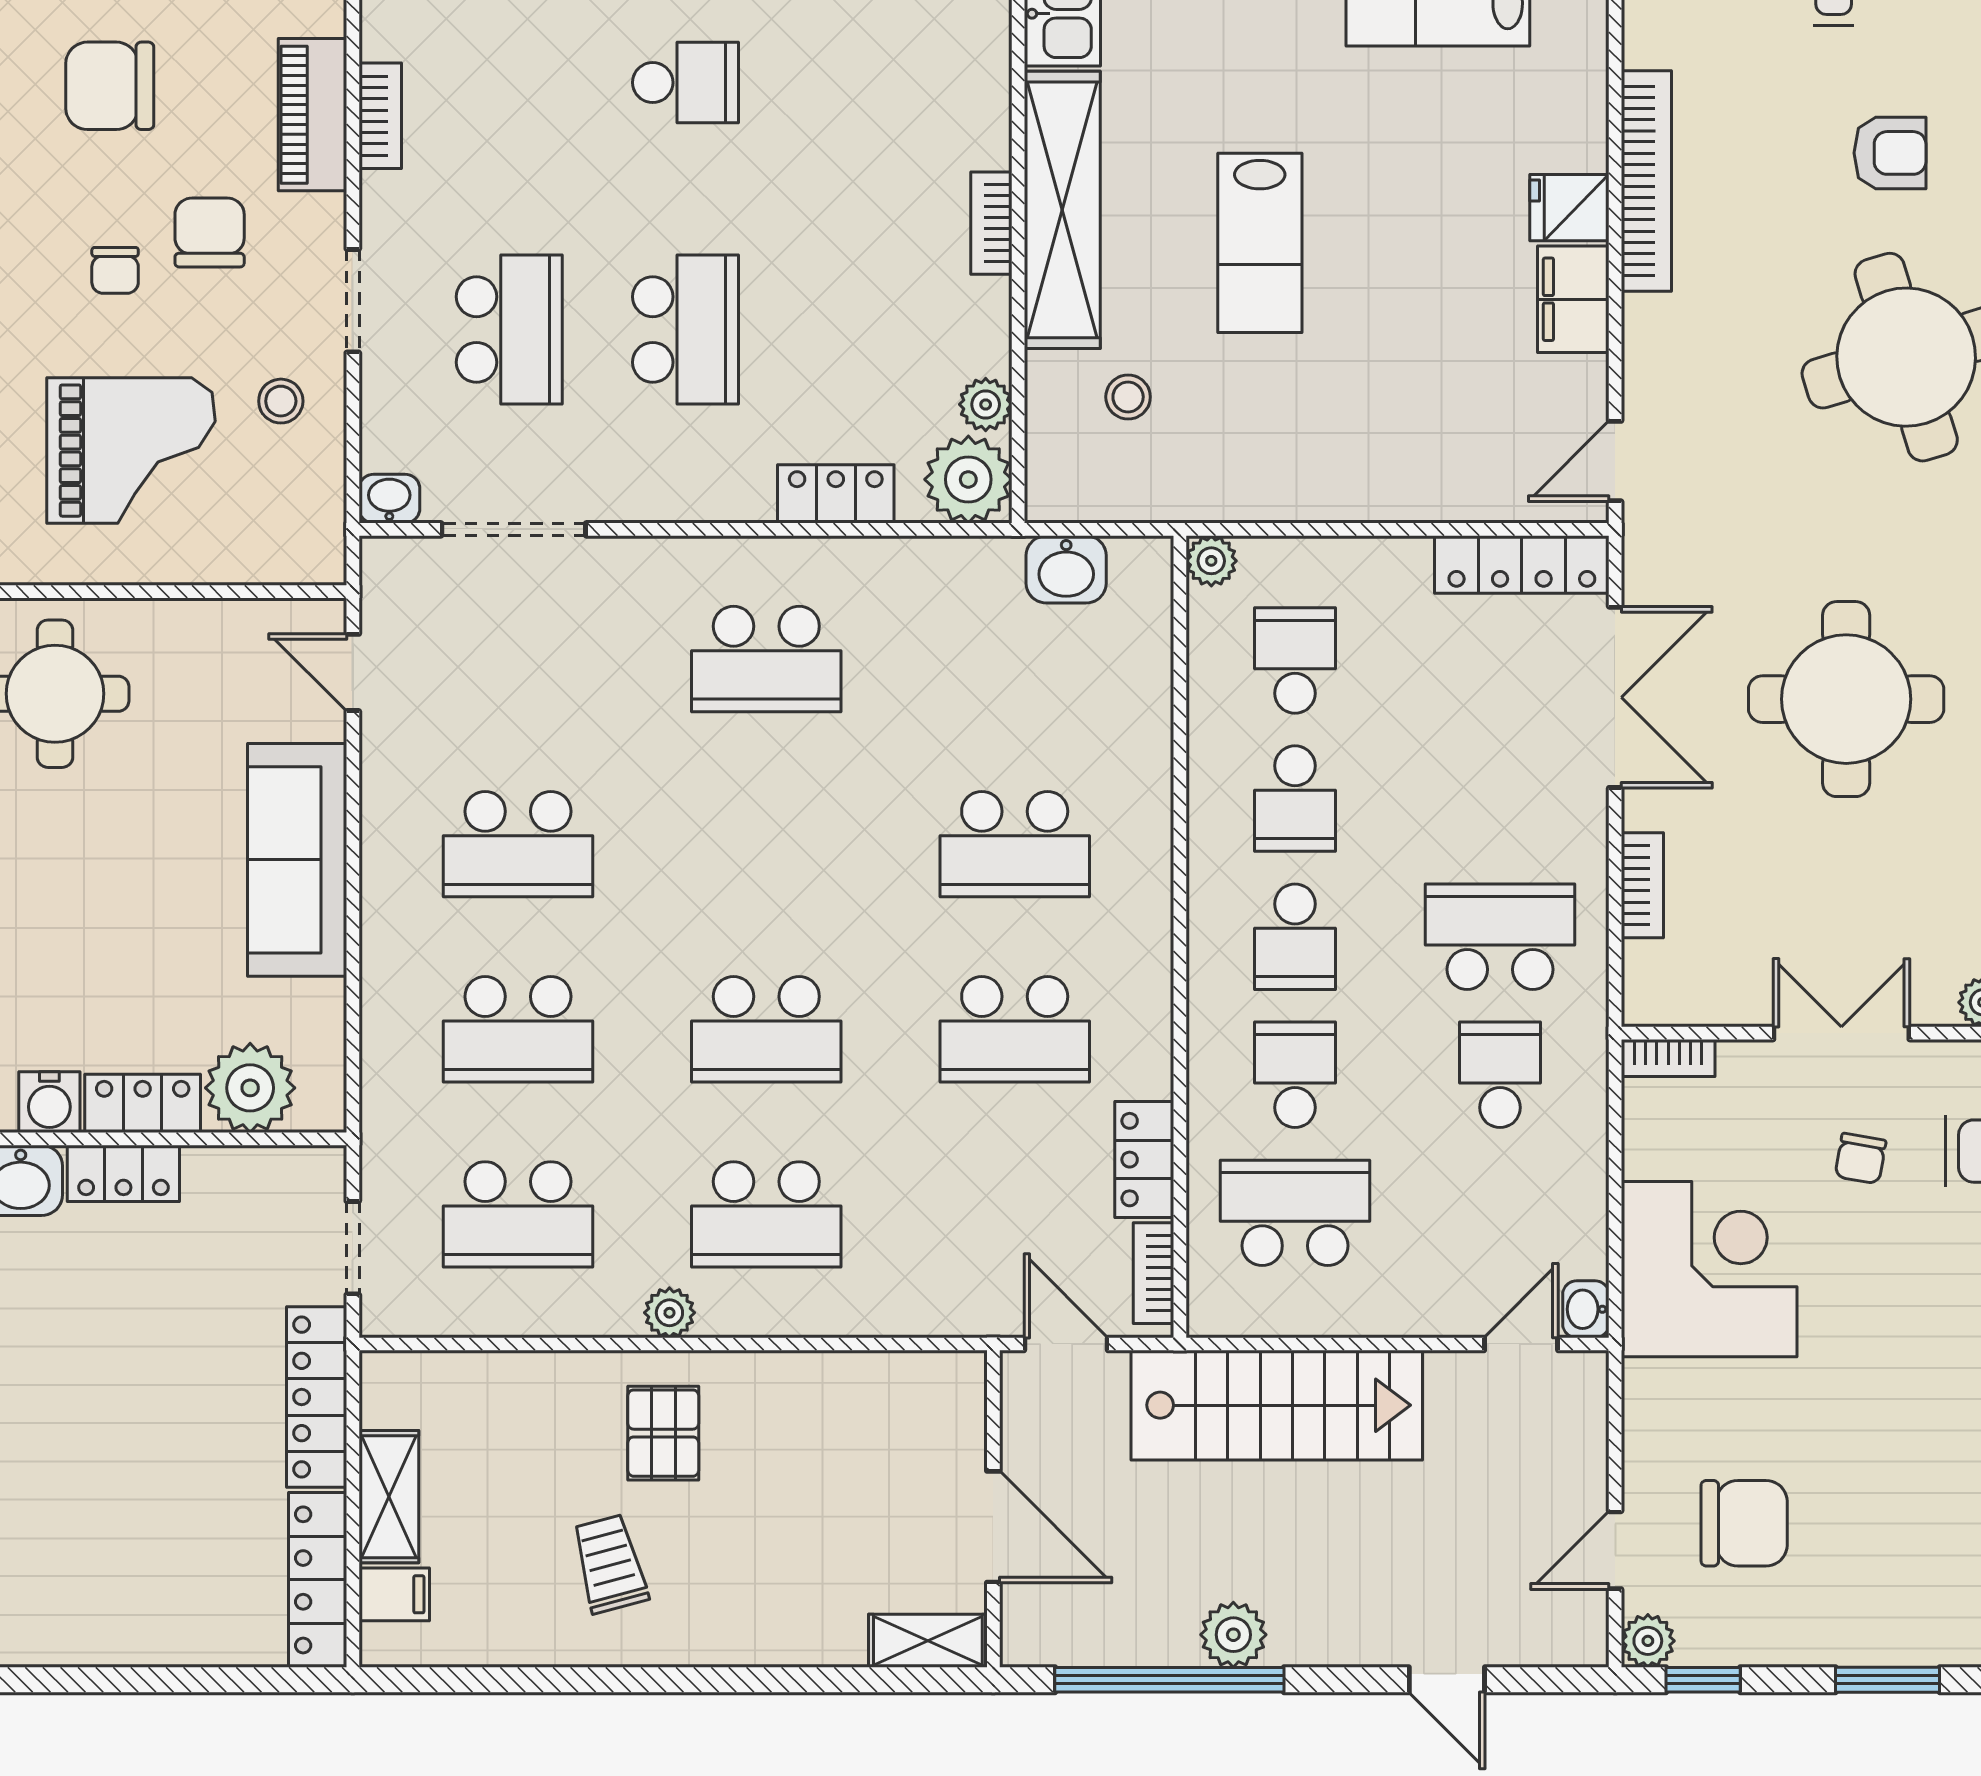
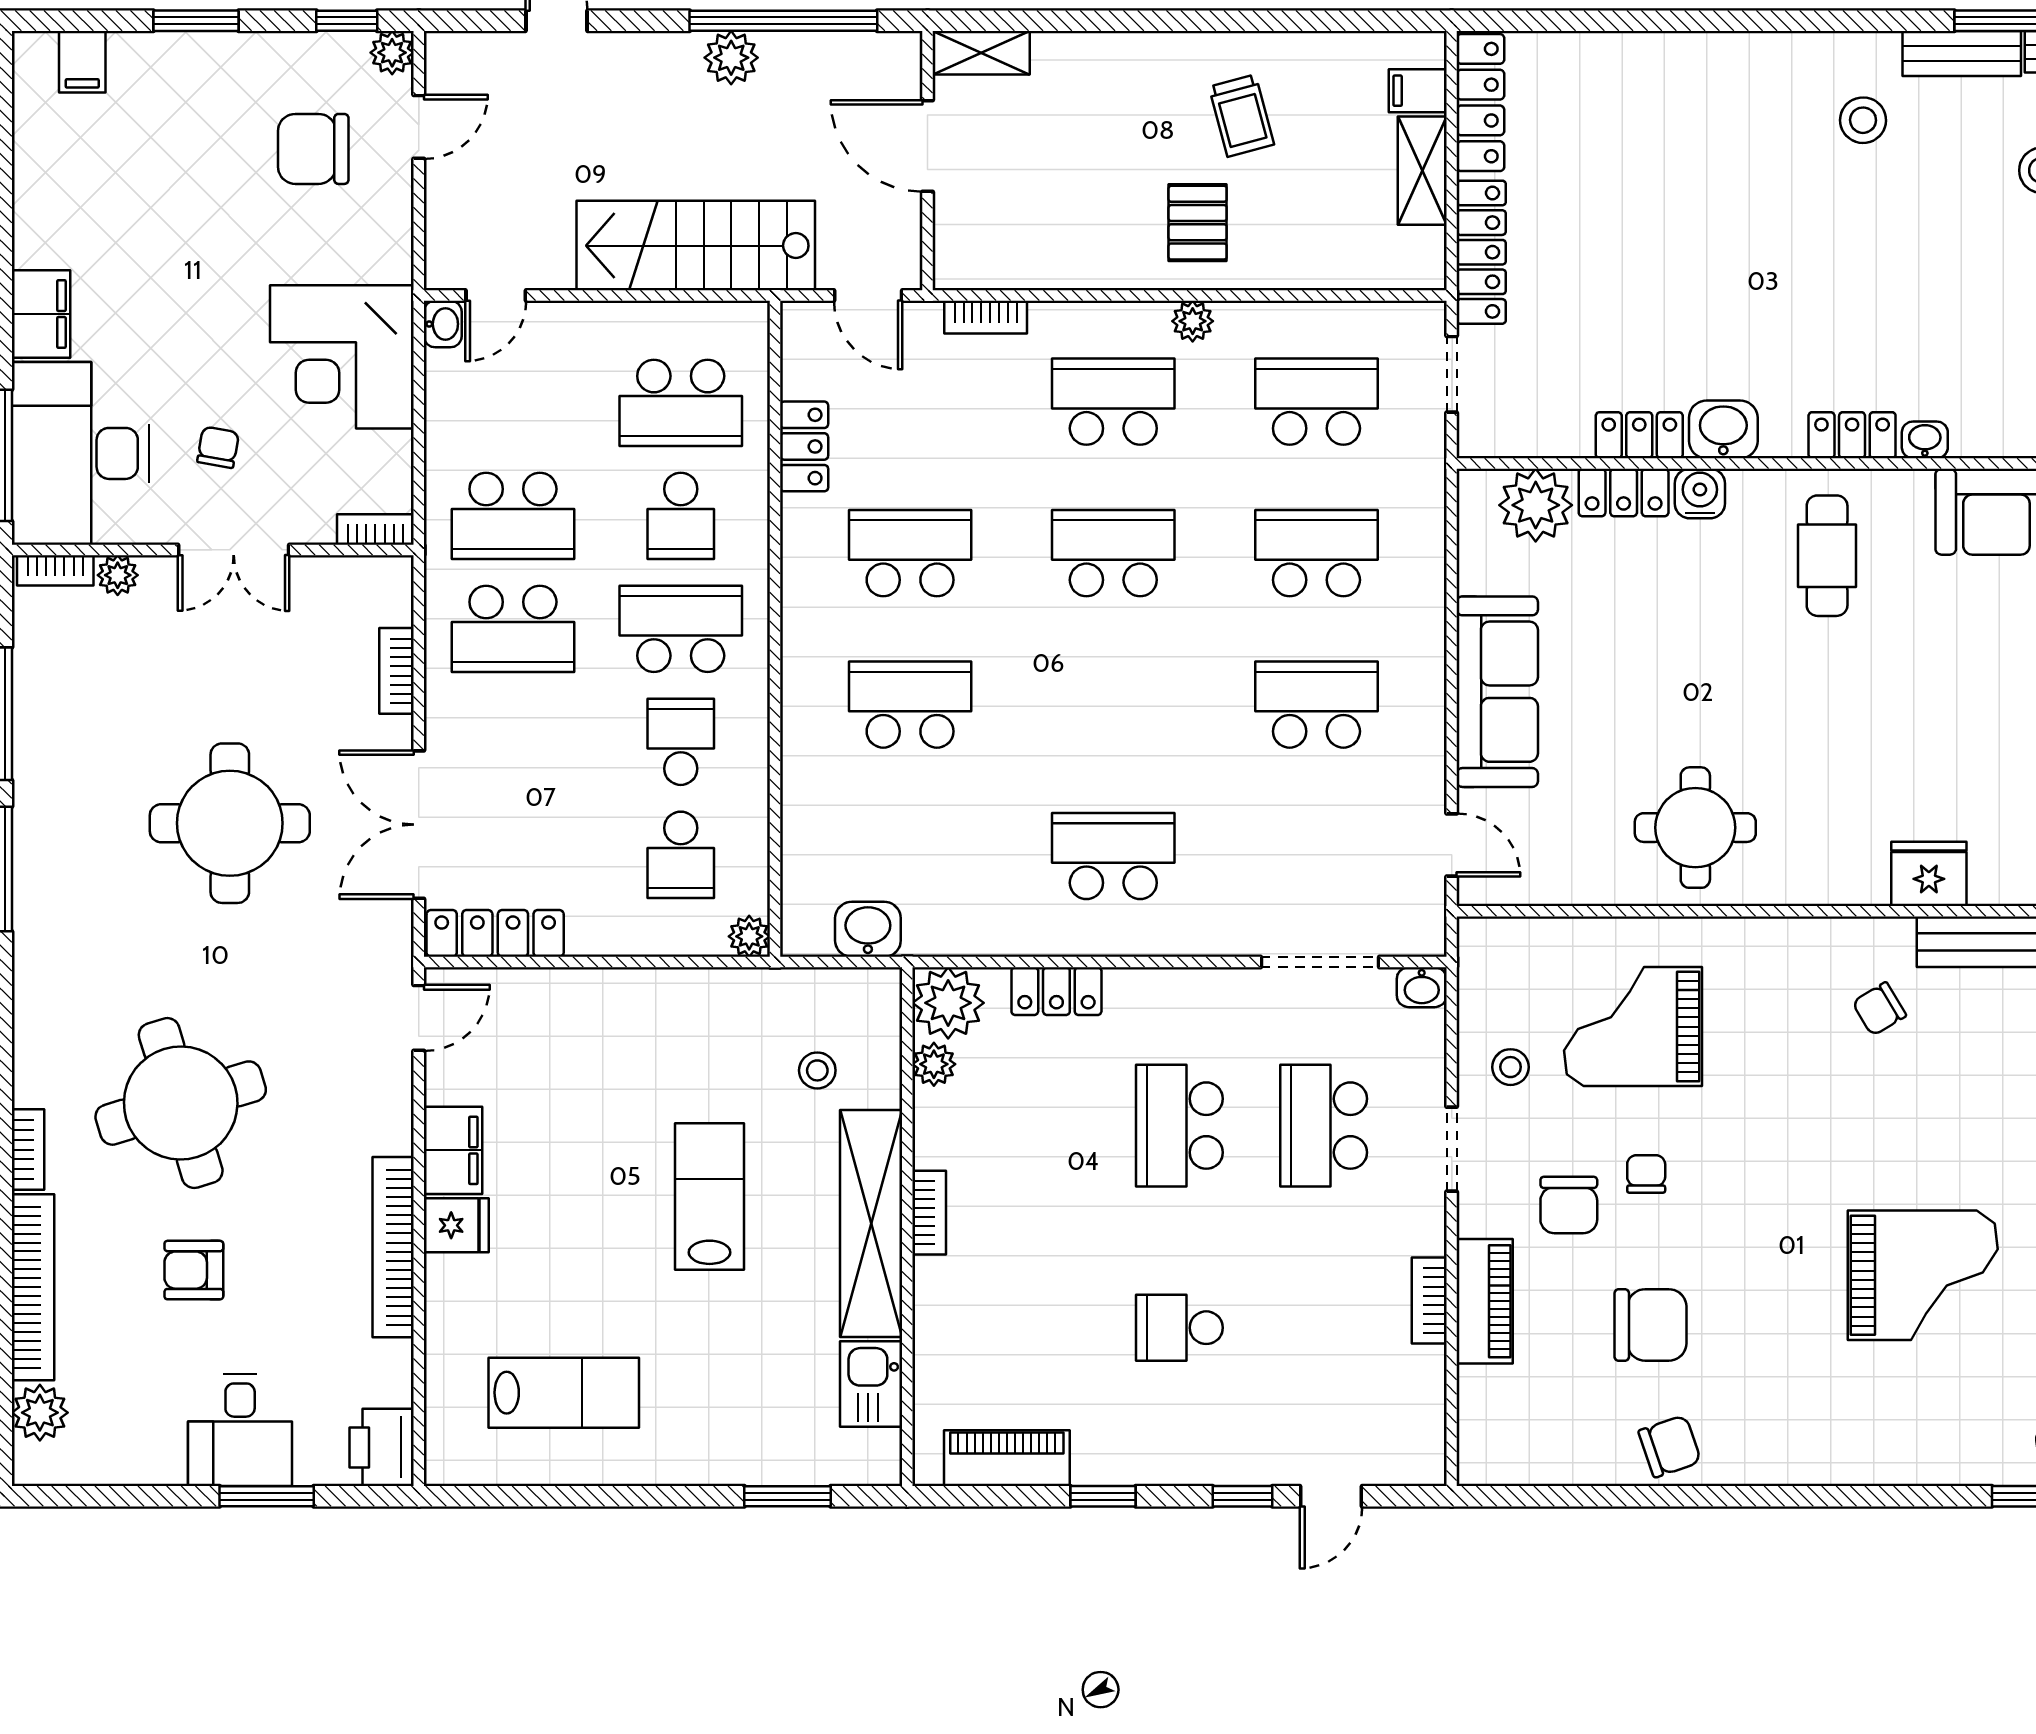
school desk: (1295, 937) -> (681, 629), width x1.85
school desk: (1500, 1075) -> (513, 516), width x1.85
bookcase: (1153, 1273) -> (986, 317), moved, turned 90

